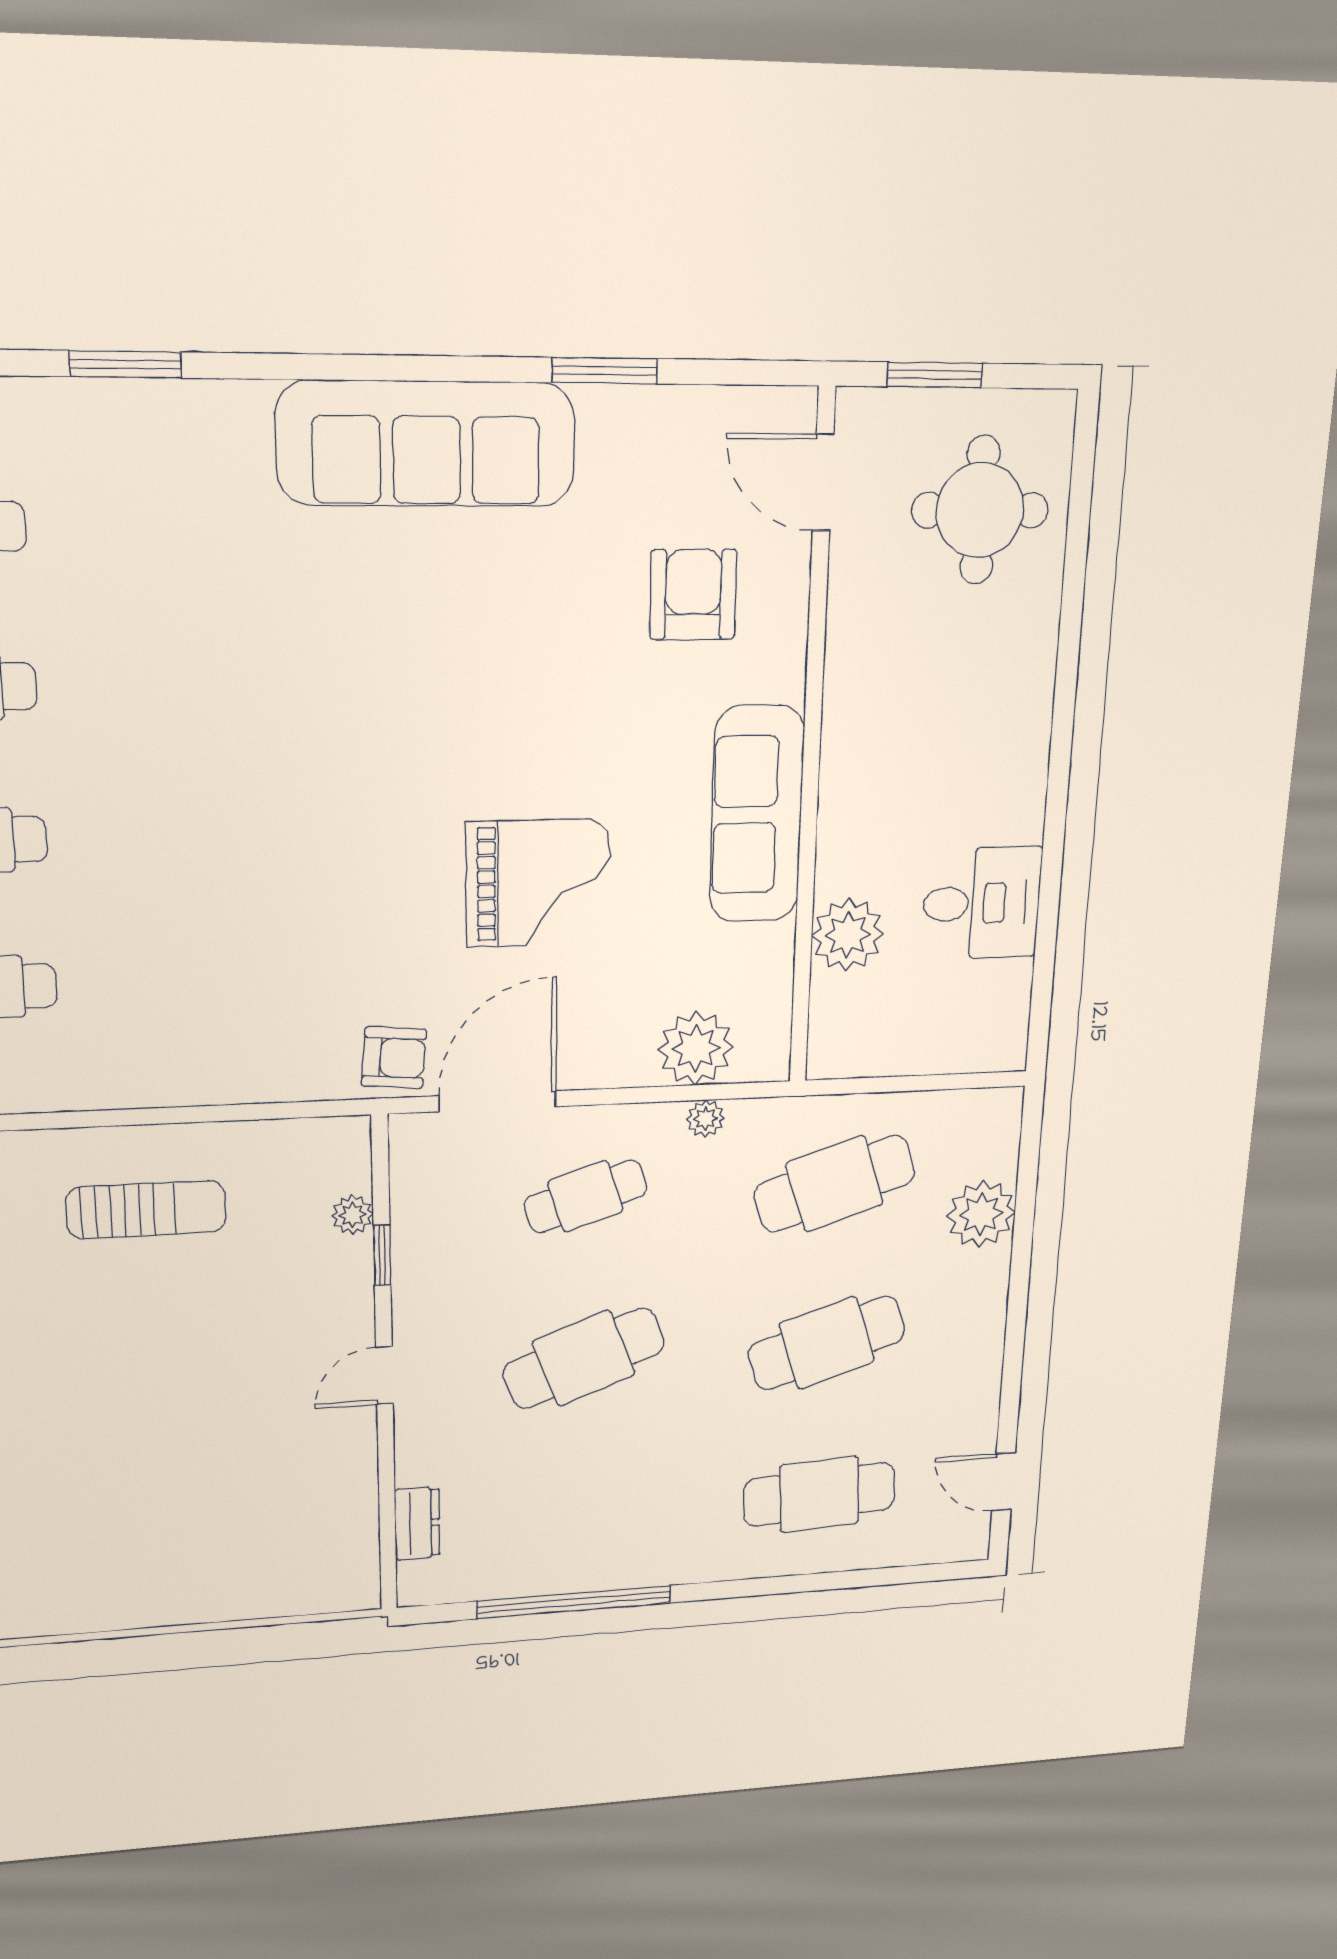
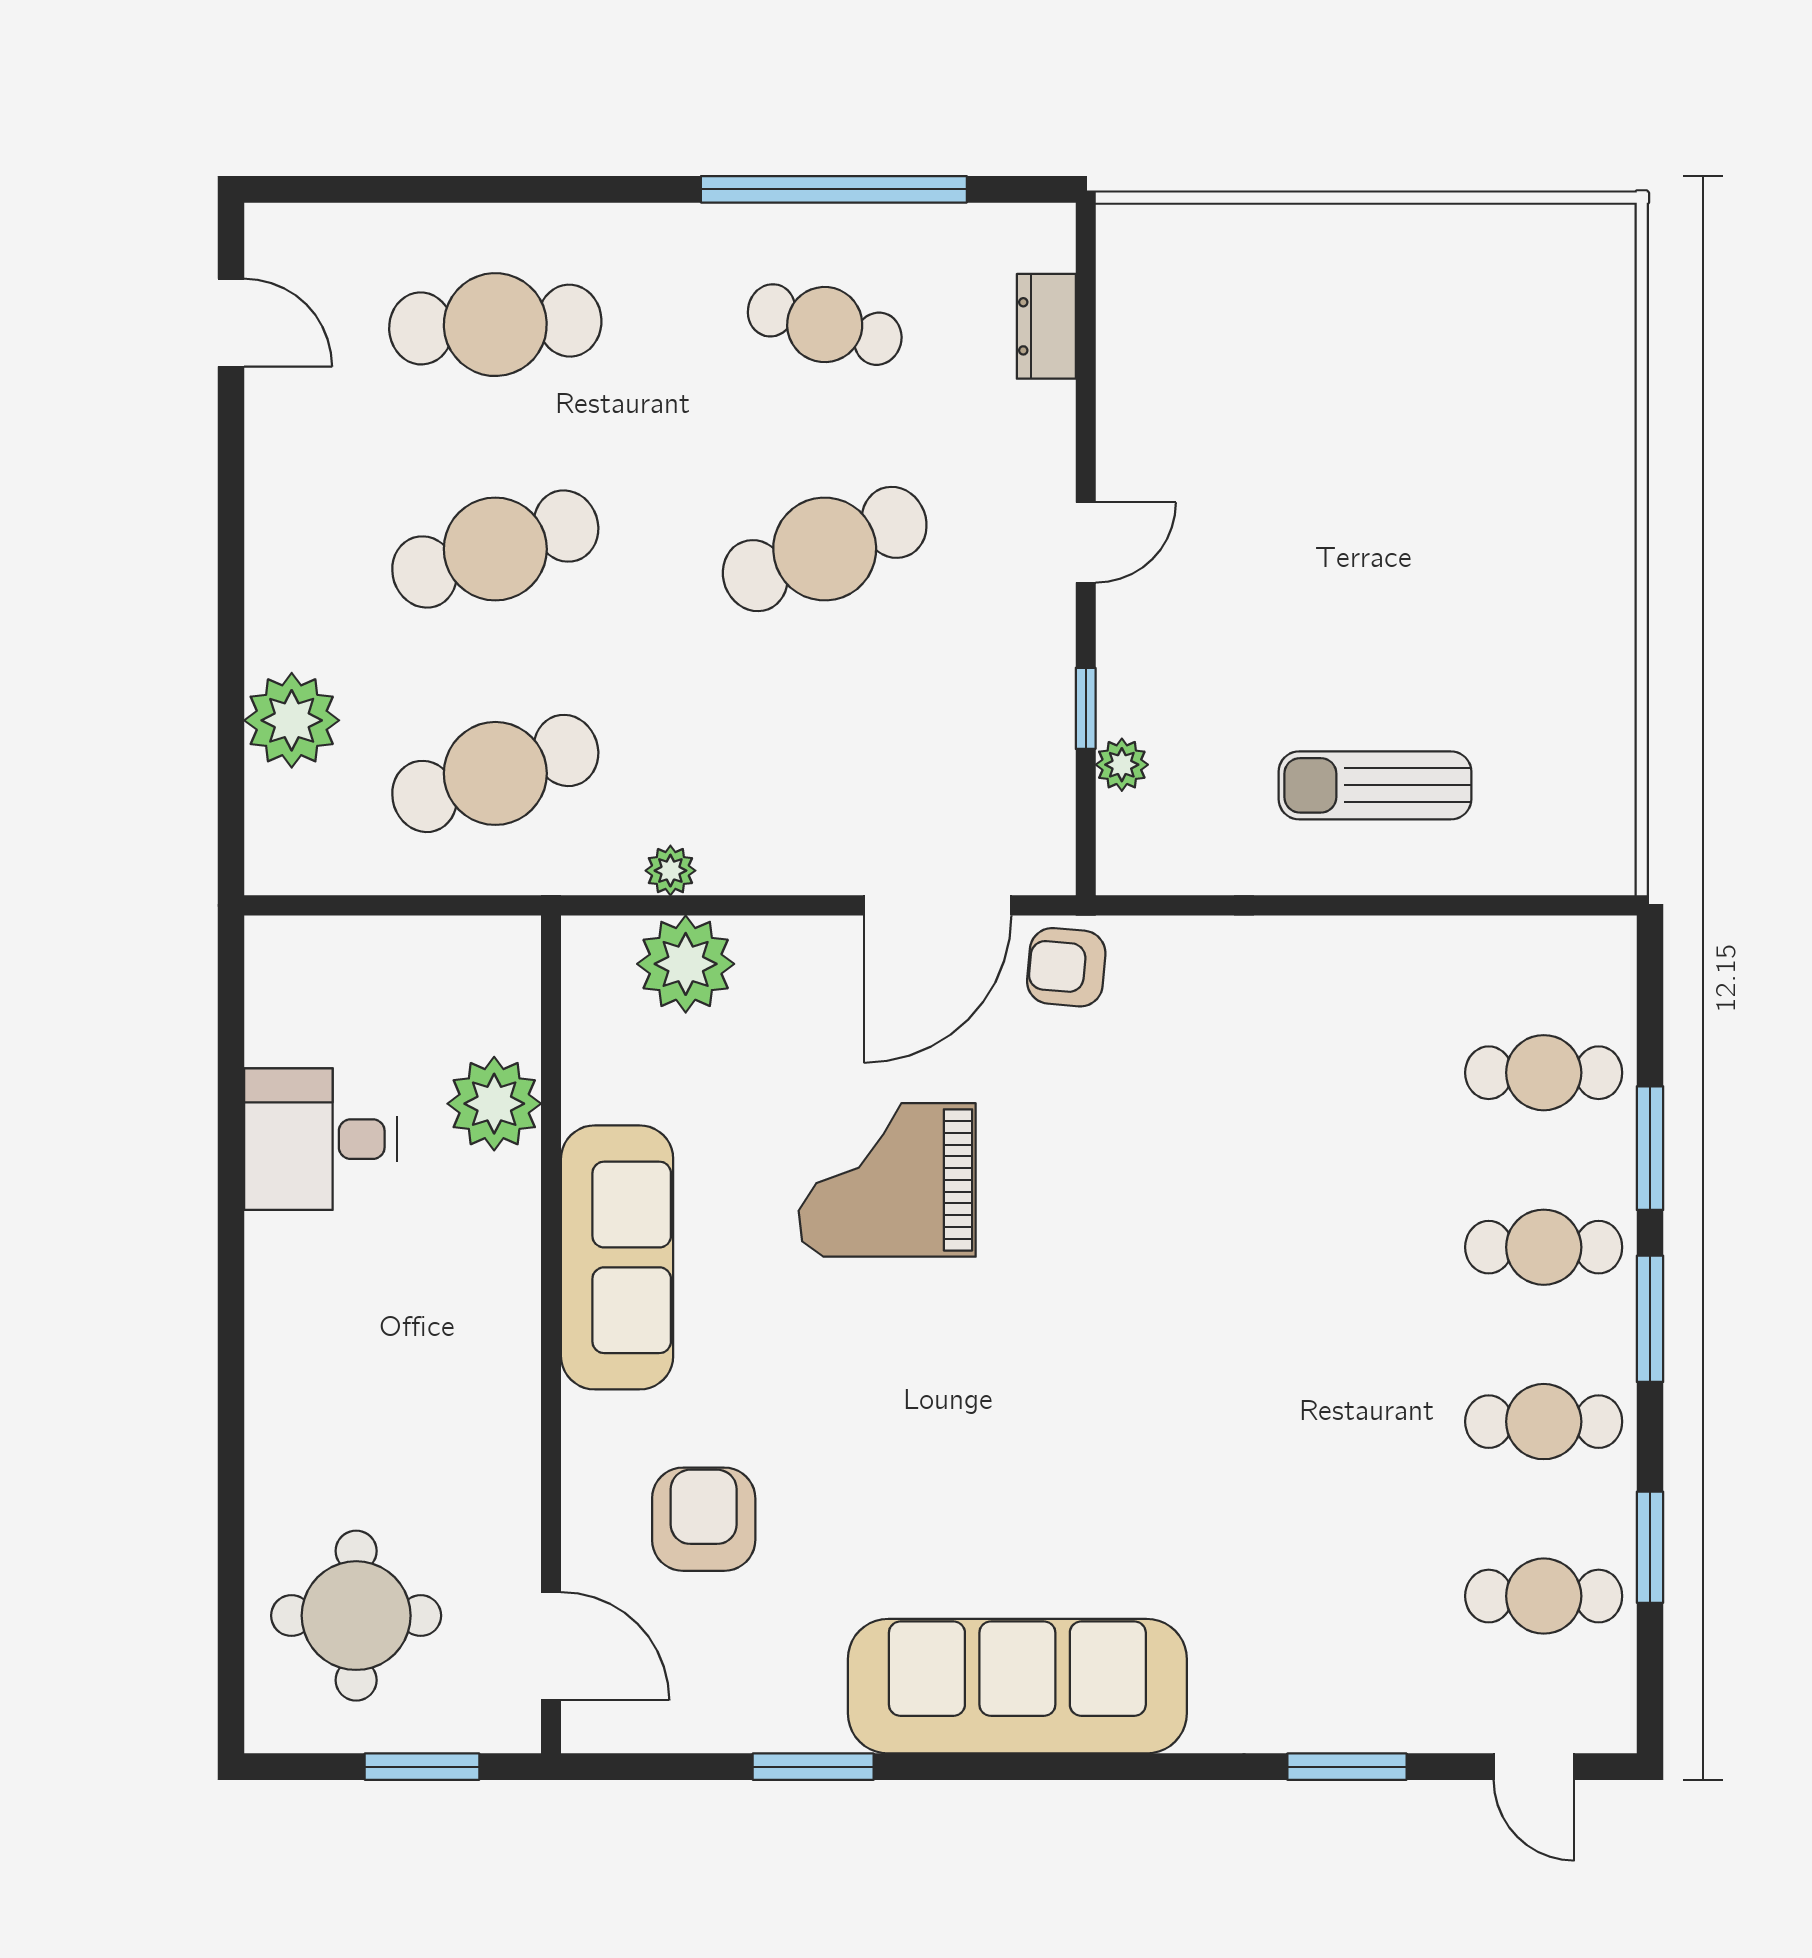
armchair: (693, 595) -> (704, 1519), turned 180
cafe table: (586, 1196) -> (825, 325), moved, turned 33

